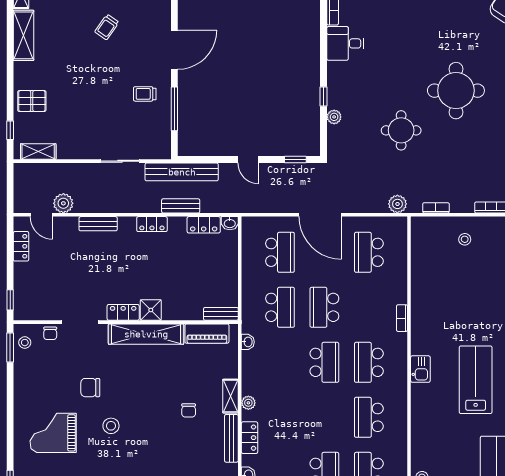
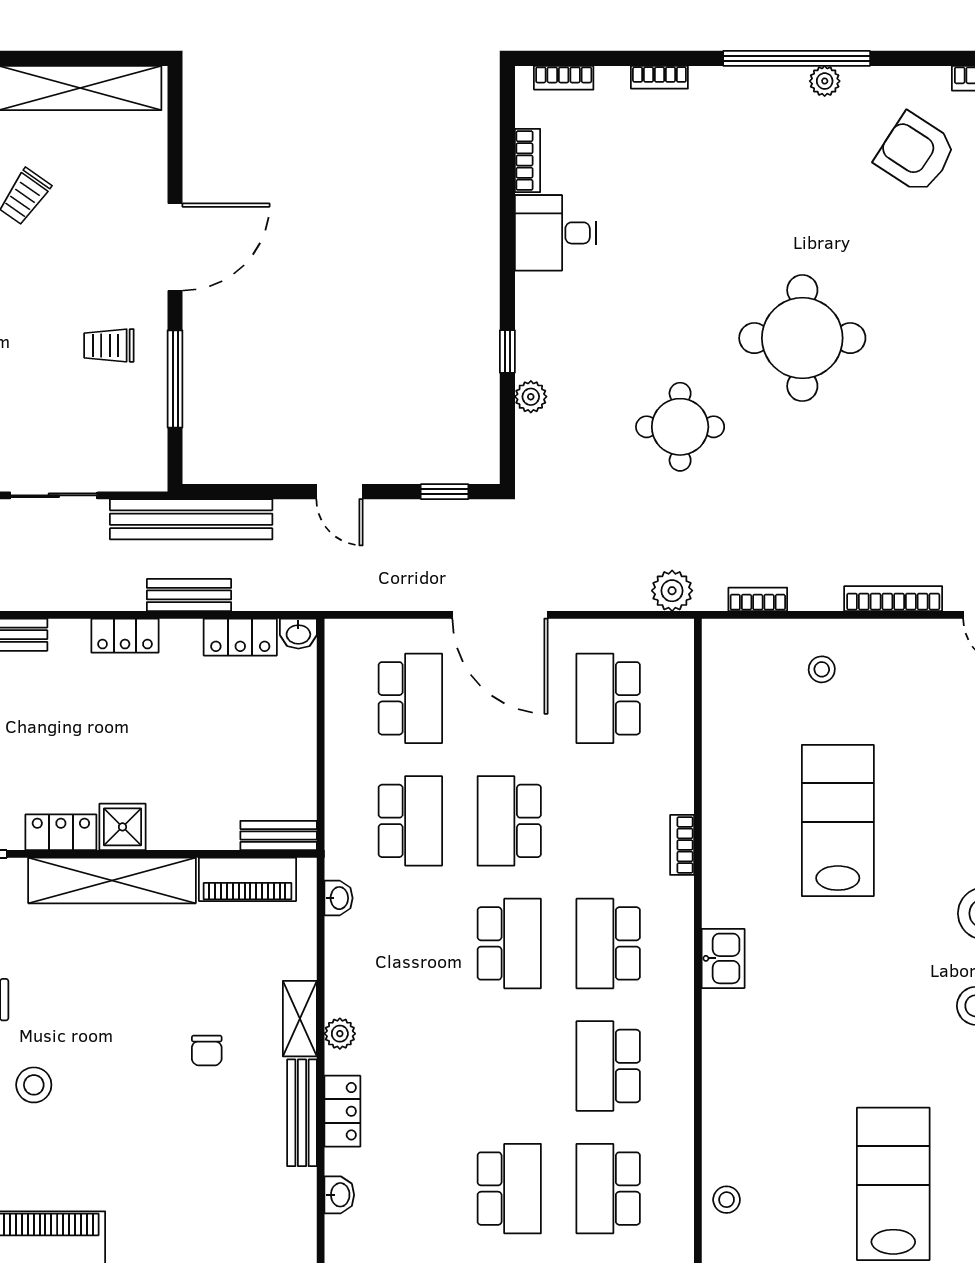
lab bench: (476, 380) -> (838, 821), moved

